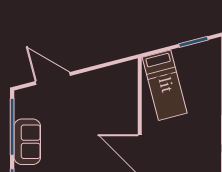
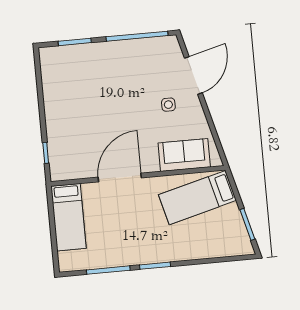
side table: (77, 104) -> (168, 105), added
sofa: (27, 142) -> (184, 155), moved, turned 180

